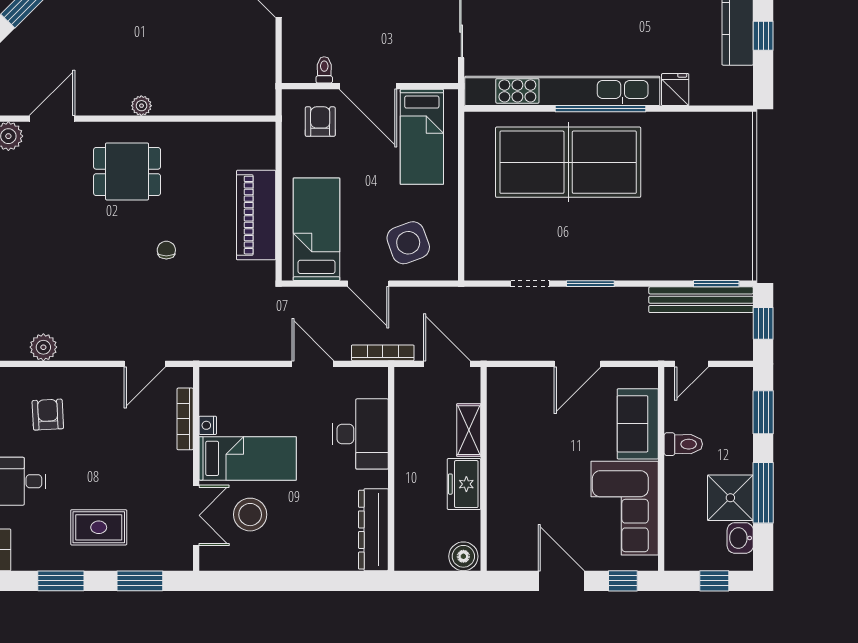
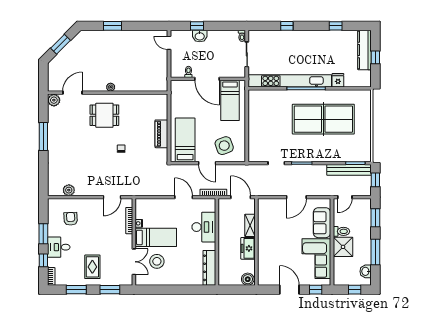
armchair: (320, 122) -> (187, 94), removed
table tennis table: (568, 162) -> (323, 119), moved
piano: (256, 215) -> (161, 134), width x0.73, depth x0.75
shower: (730, 498) -> (343, 247), moved
rug: (99, 527) -> (92, 267), turned 90

